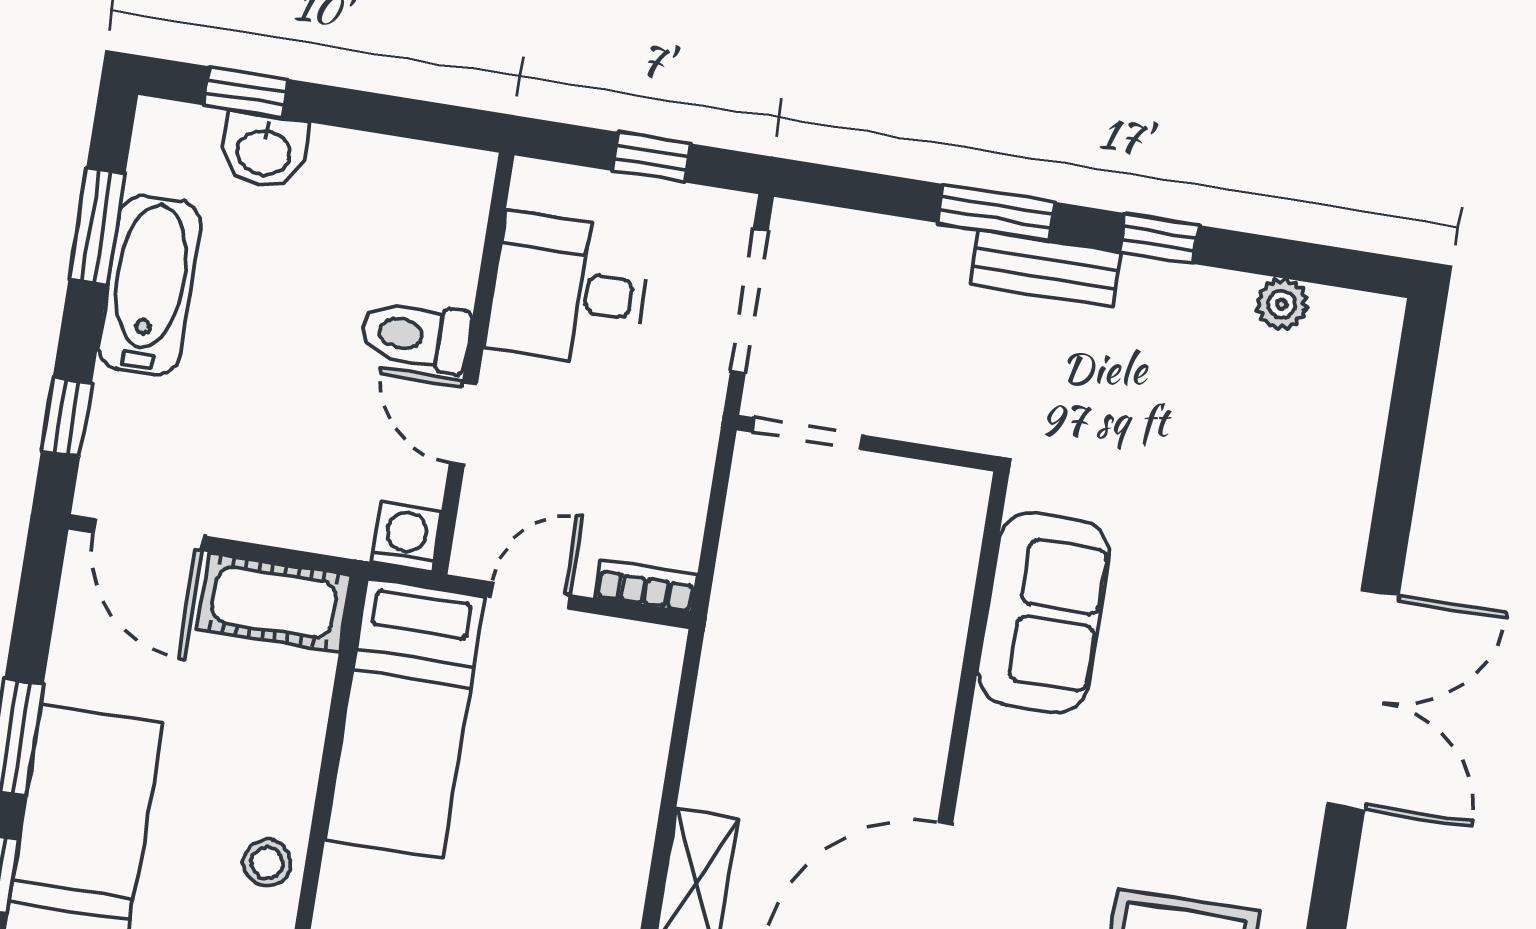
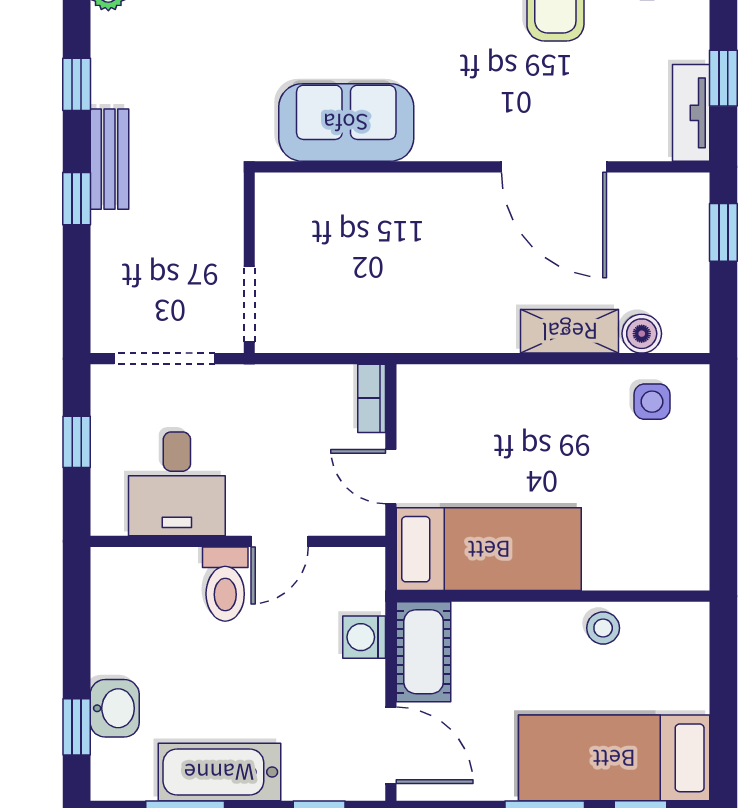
window: (997, 212) -> (77, 199), width x0.67
door: (149, 535) -> (391, 745), hinge flipped
washing machine: (406, 537) -> (364, 637), moved

